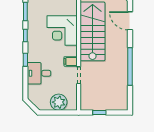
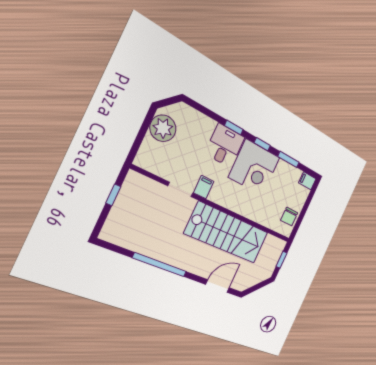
corner desk: (62, 31) -> (254, 167), moved, turned 180
desk: (39, 73) -> (225, 146), moved
plant: (59, 102) -> (163, 128), moved

